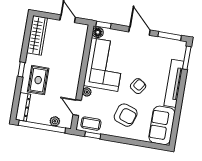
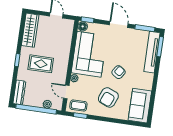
rug: (38, 80) -> (41, 64), moved, turned 90
tv unit: (174, 83) -> (152, 52), moved
armchair: (126, 115) -> (108, 97), turned 94

